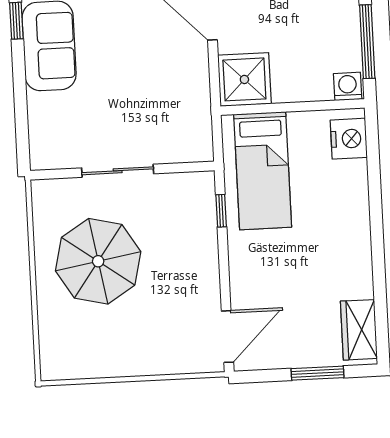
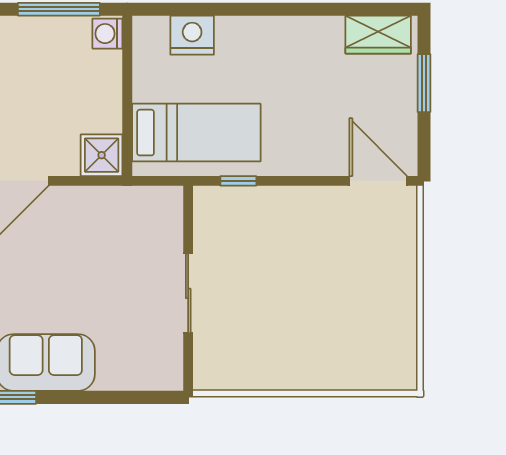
shower: (244, 79) -> (102, 155), width x0.73, depth x0.73
nightstand: (349, 139) -> (192, 35), moved
parasol: (98, 261) -> (287, 320), removed

